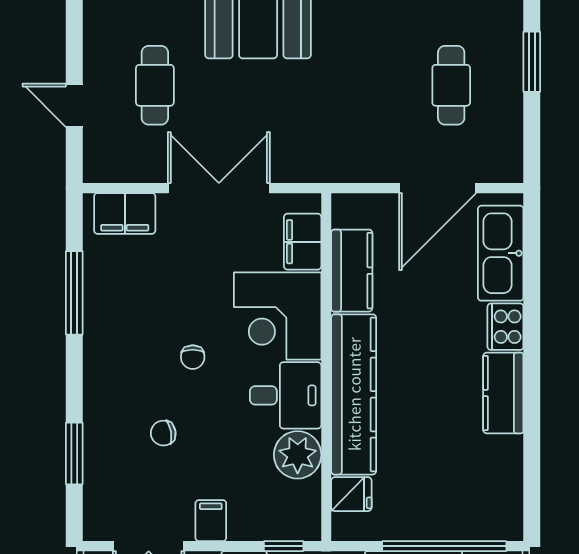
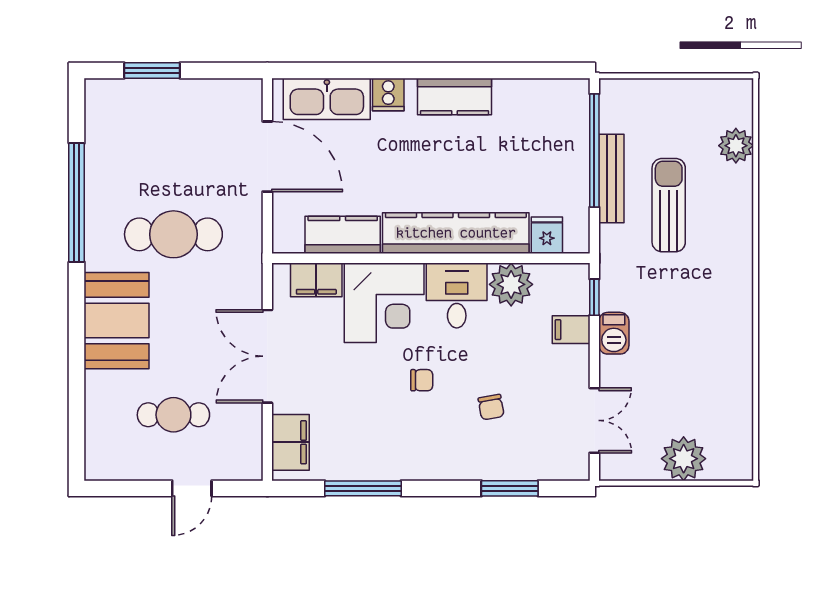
cafe table: (451, 85) -> (173, 234), moved, width x1.37, depth x1.35
cooker: (505, 327) -> (388, 95), width x0.73
filing cabinet: (211, 521) -> (571, 330), moved

